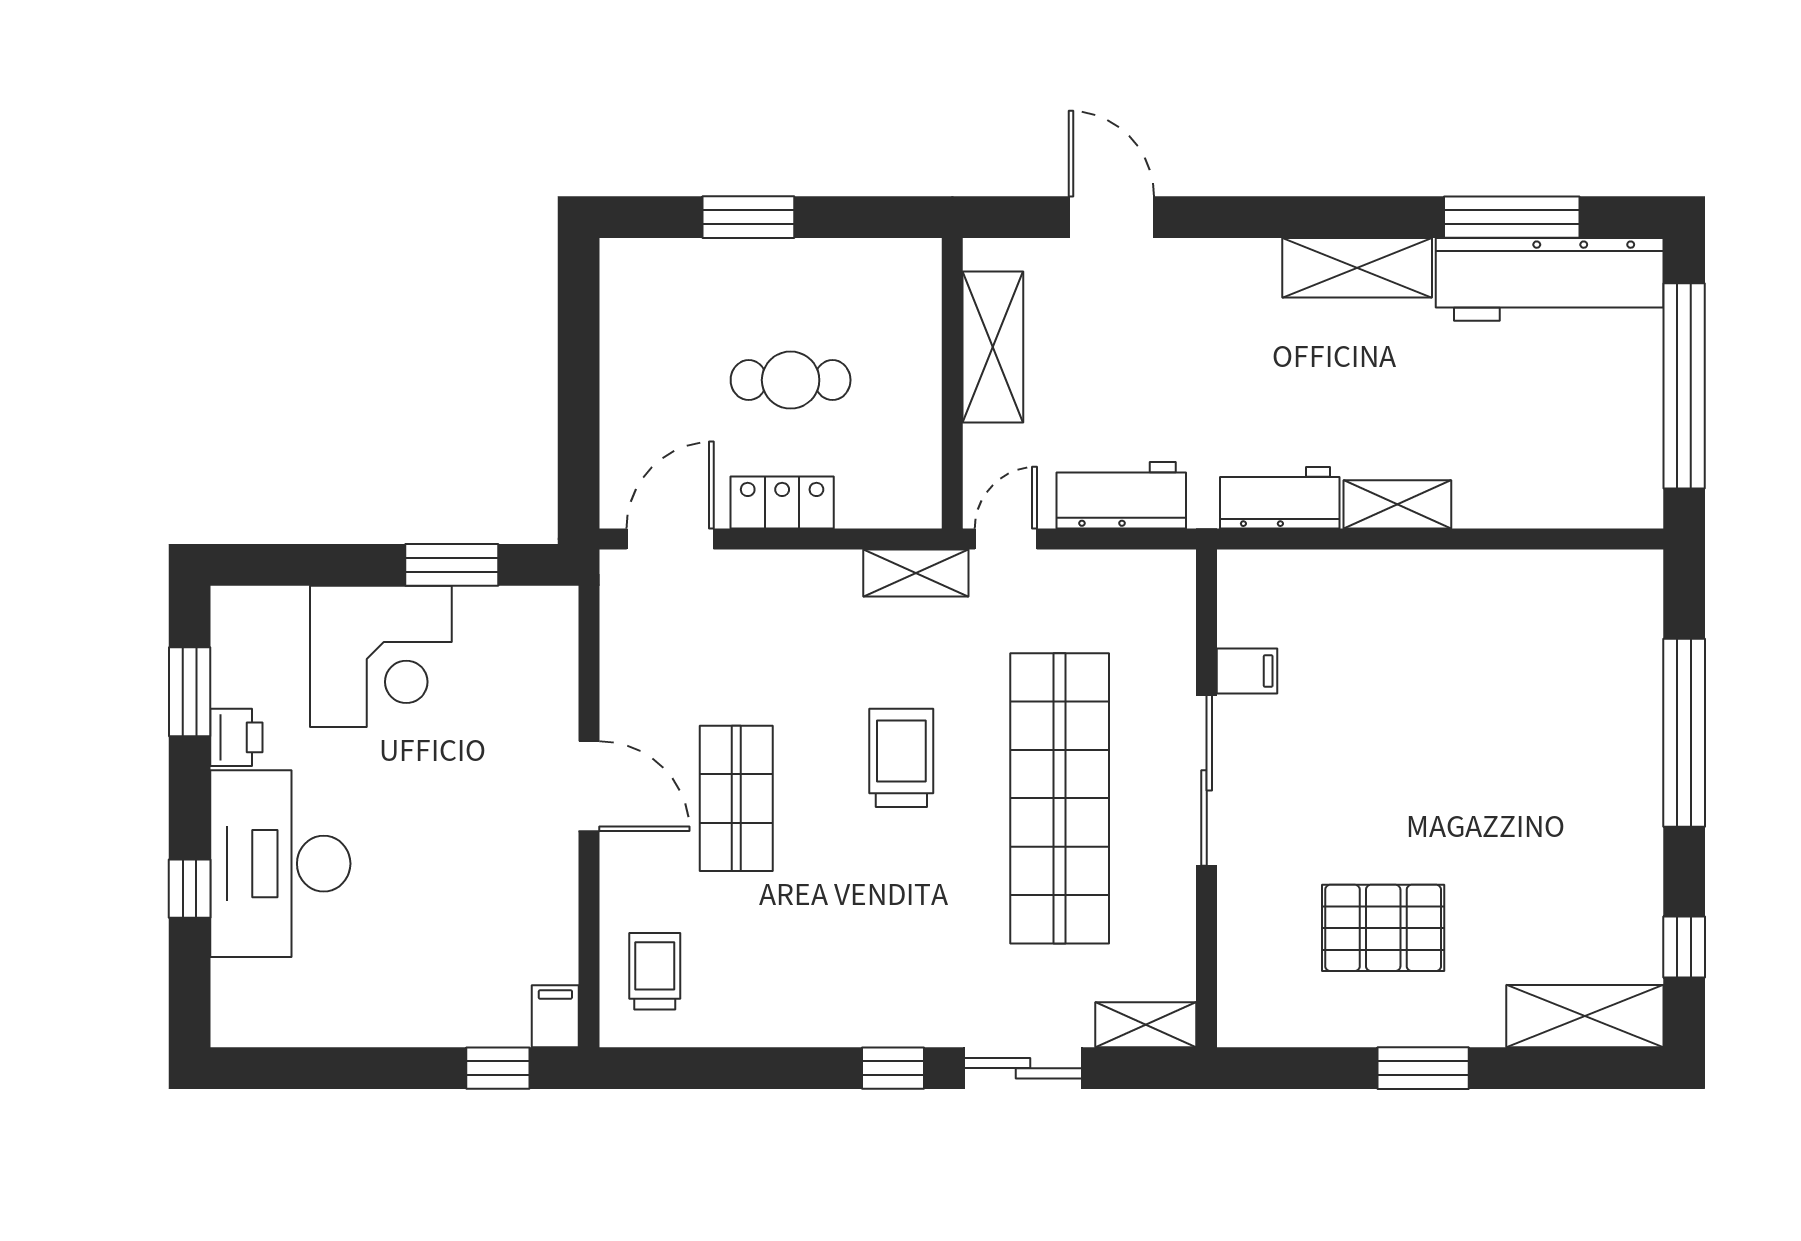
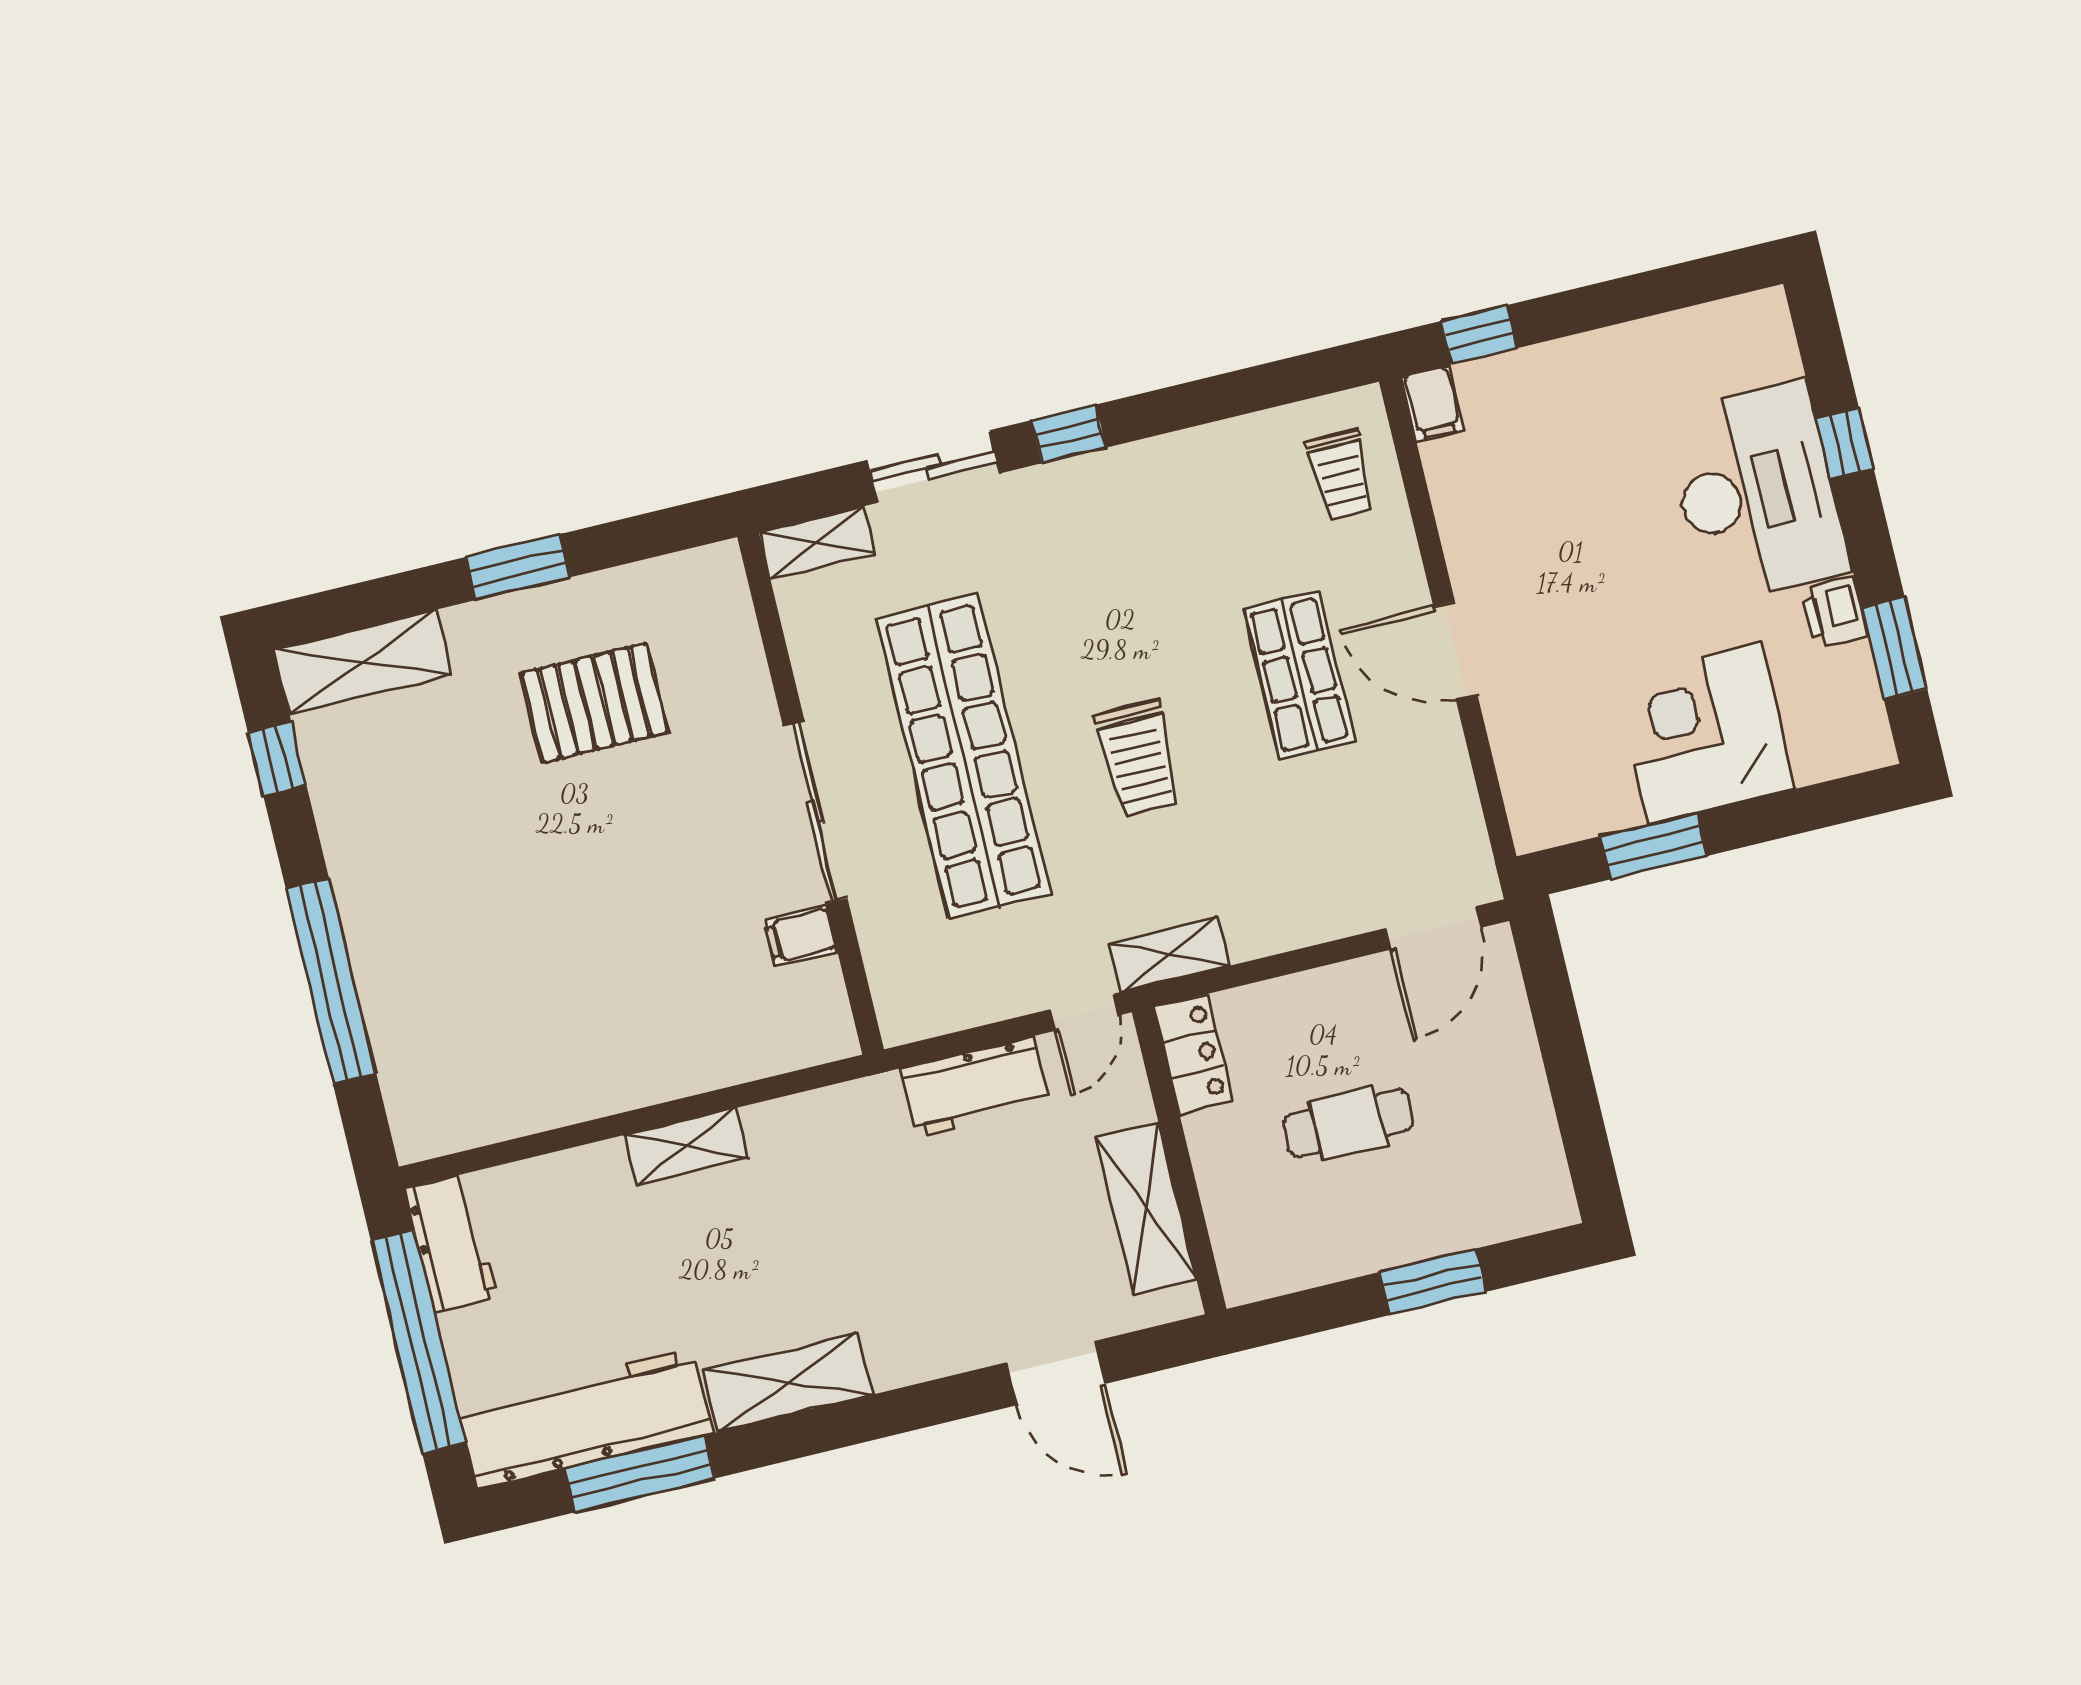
workbench: (1280, 498) -> (451, 1243), moved, turned -90
locker: (782, 503) -> (1193, 1054), moved, turned -90

